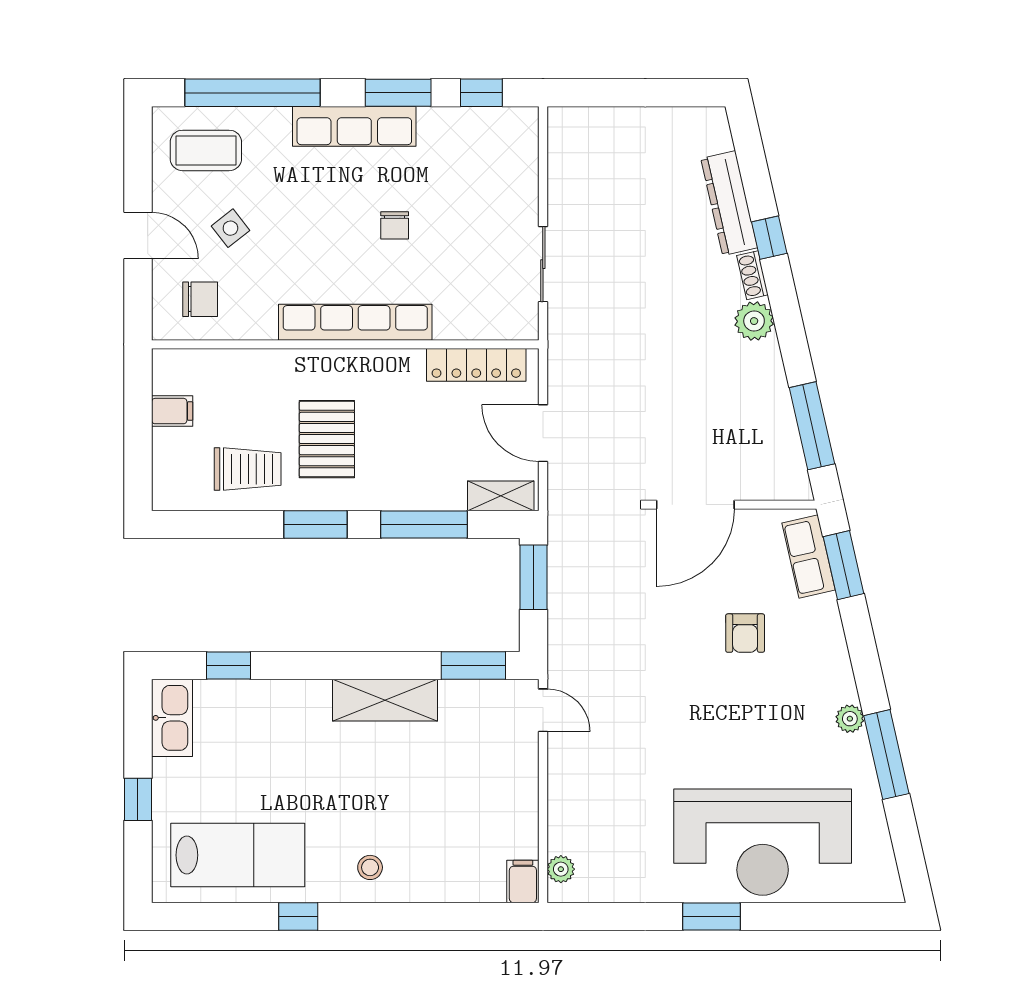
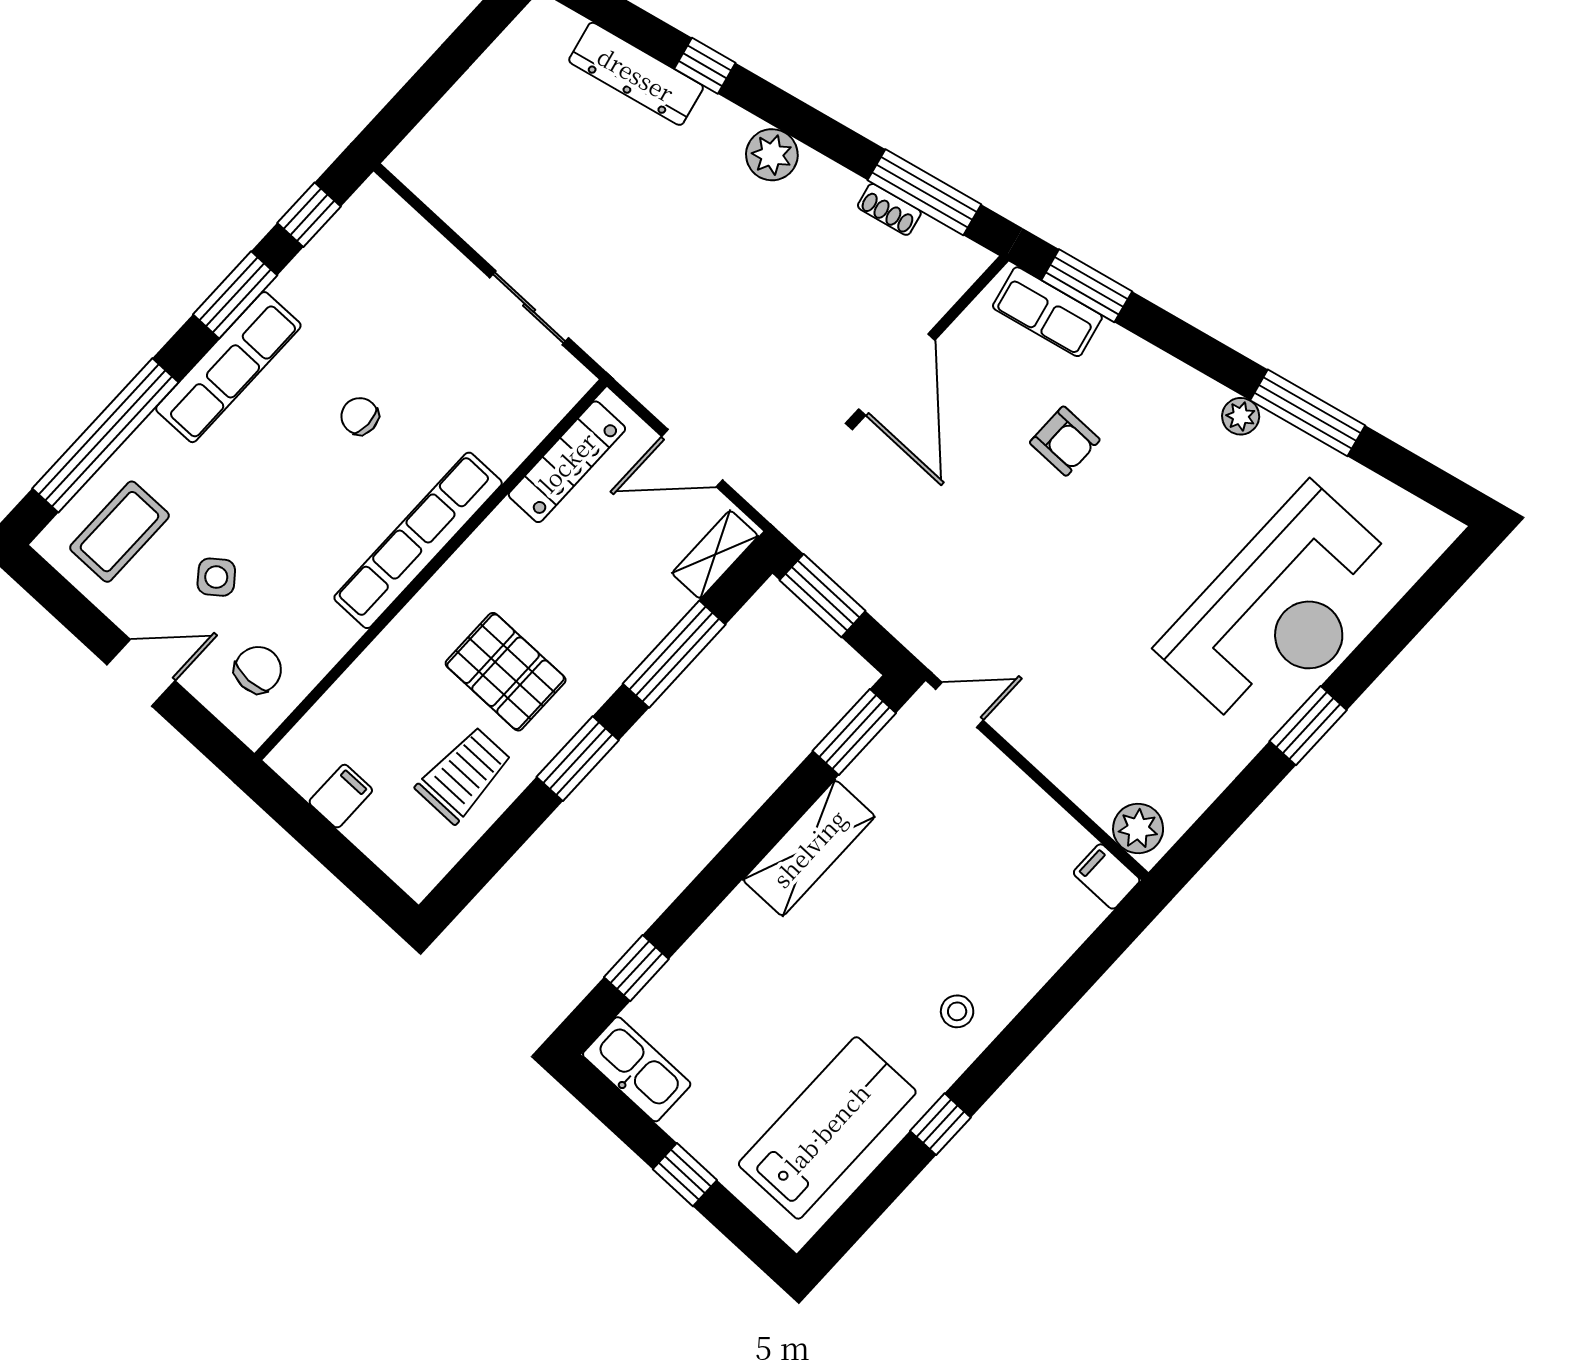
chair: (395, 225) -> (360, 416), turned 180
shoe rack: (752, 275) -> (889, 209), moved
plant: (561, 869) -> (1138, 829), width x1.38, depth x1.38

